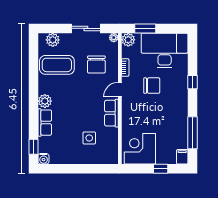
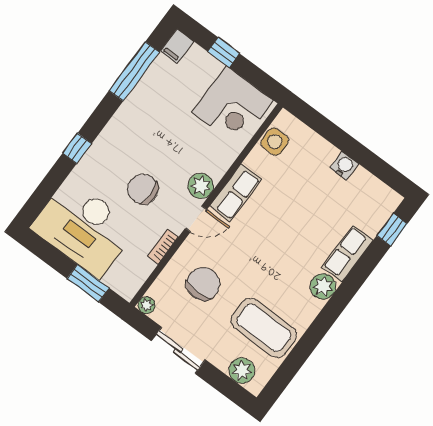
plant: (128, 40) -> (201, 186), moved
side table: (89, 138) -> (275, 142), moved
water cooler: (44, 159) -> (344, 166), moved

